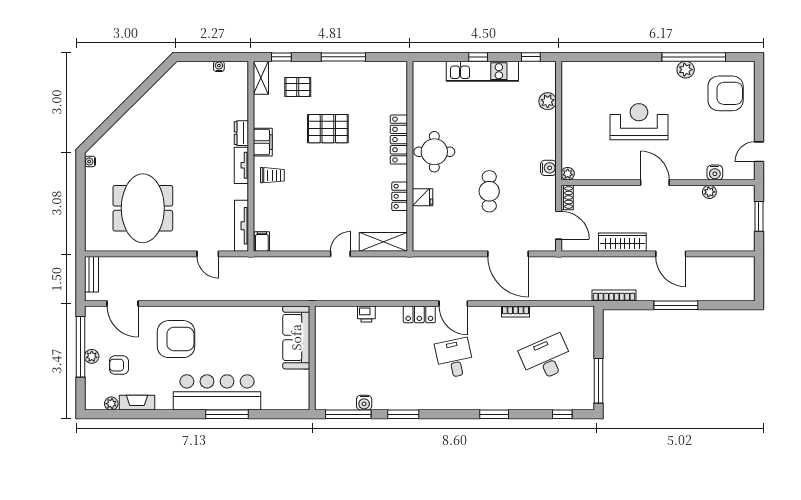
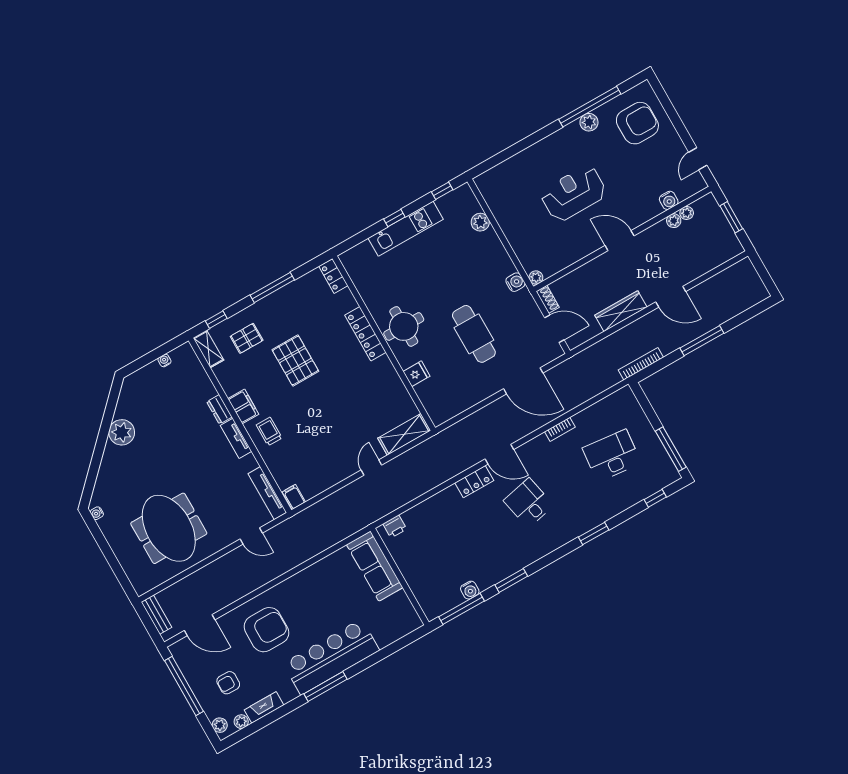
plant: (149, 106) -> (122, 432), added
pallet: (328, 129) -> (295, 361), turned 90
trolley: (272, 175) -> (269, 431), turned -90
cafe table: (489, 191) -> (474, 334), width x1.37, depth x1.35
plant: (724, 192) -> (687, 213), added
locker: (400, 196) -> (333, 276), moved
printer: (366, 314) -> (395, 526), moved
plant: (92, 356) -> (220, 725), moved
desk: (546, 358) -> (612, 456), turned 30
window: (227, 414) -> (325, 686), moved

